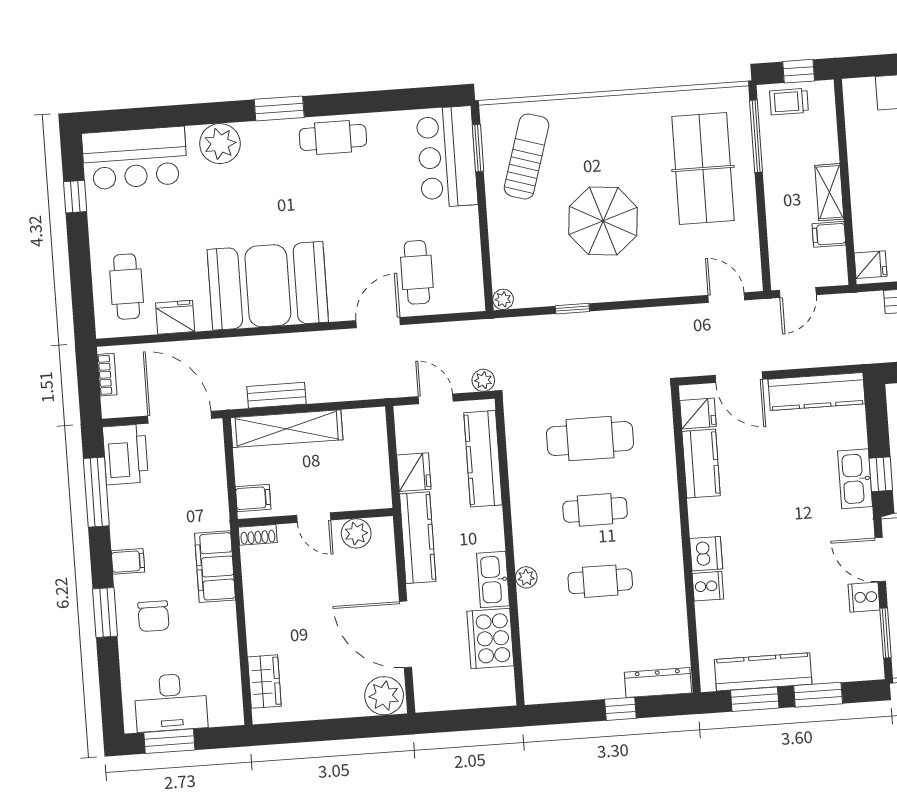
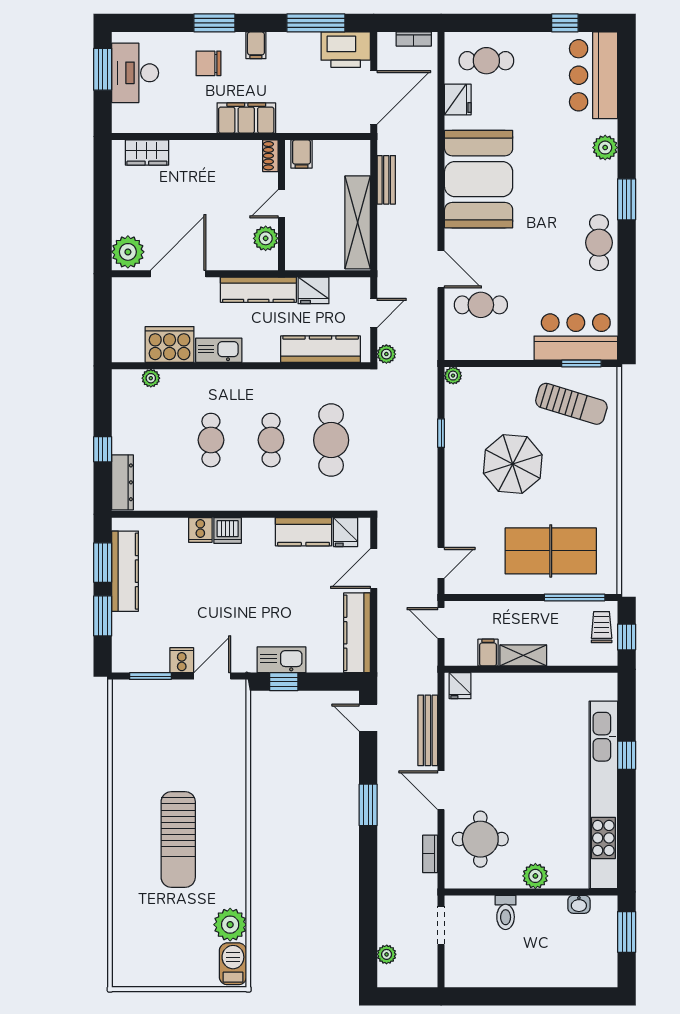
plant: (220, 144) -> (605, 148), width x0.73, depth x0.73
shelving: (287, 429) -> (358, 222), moved
plant: (526, 577) -> (151, 378), moved

